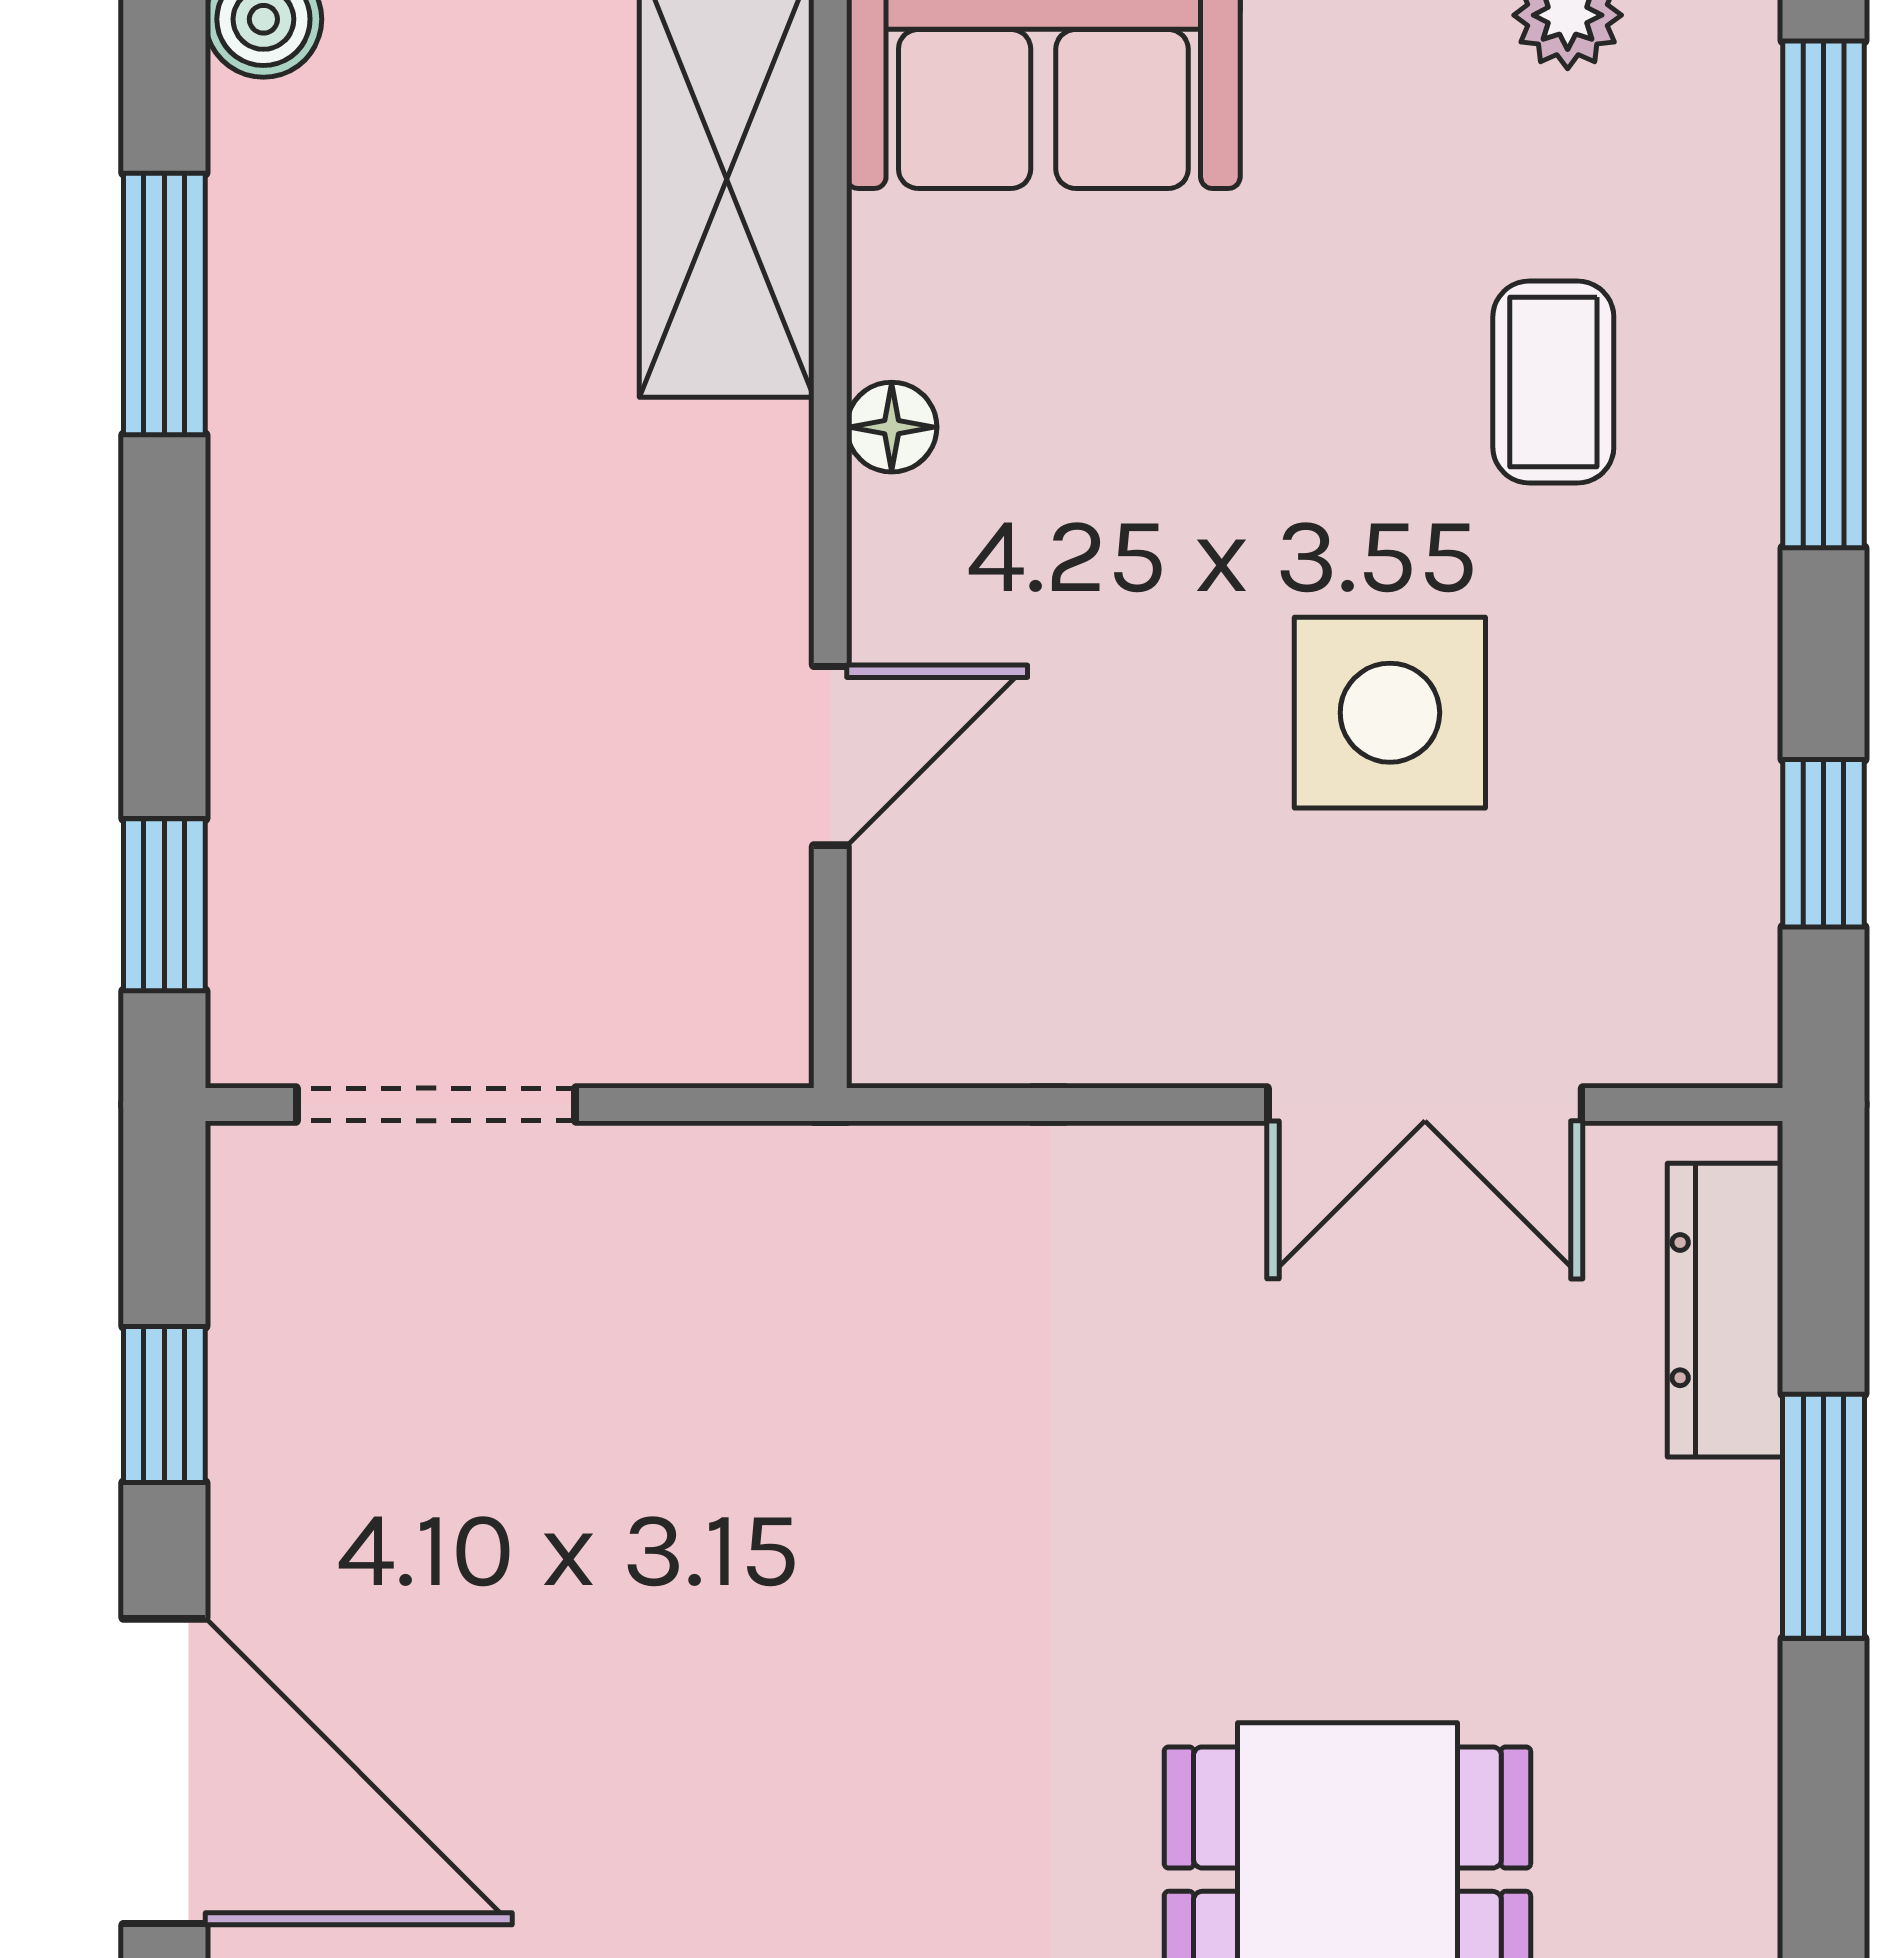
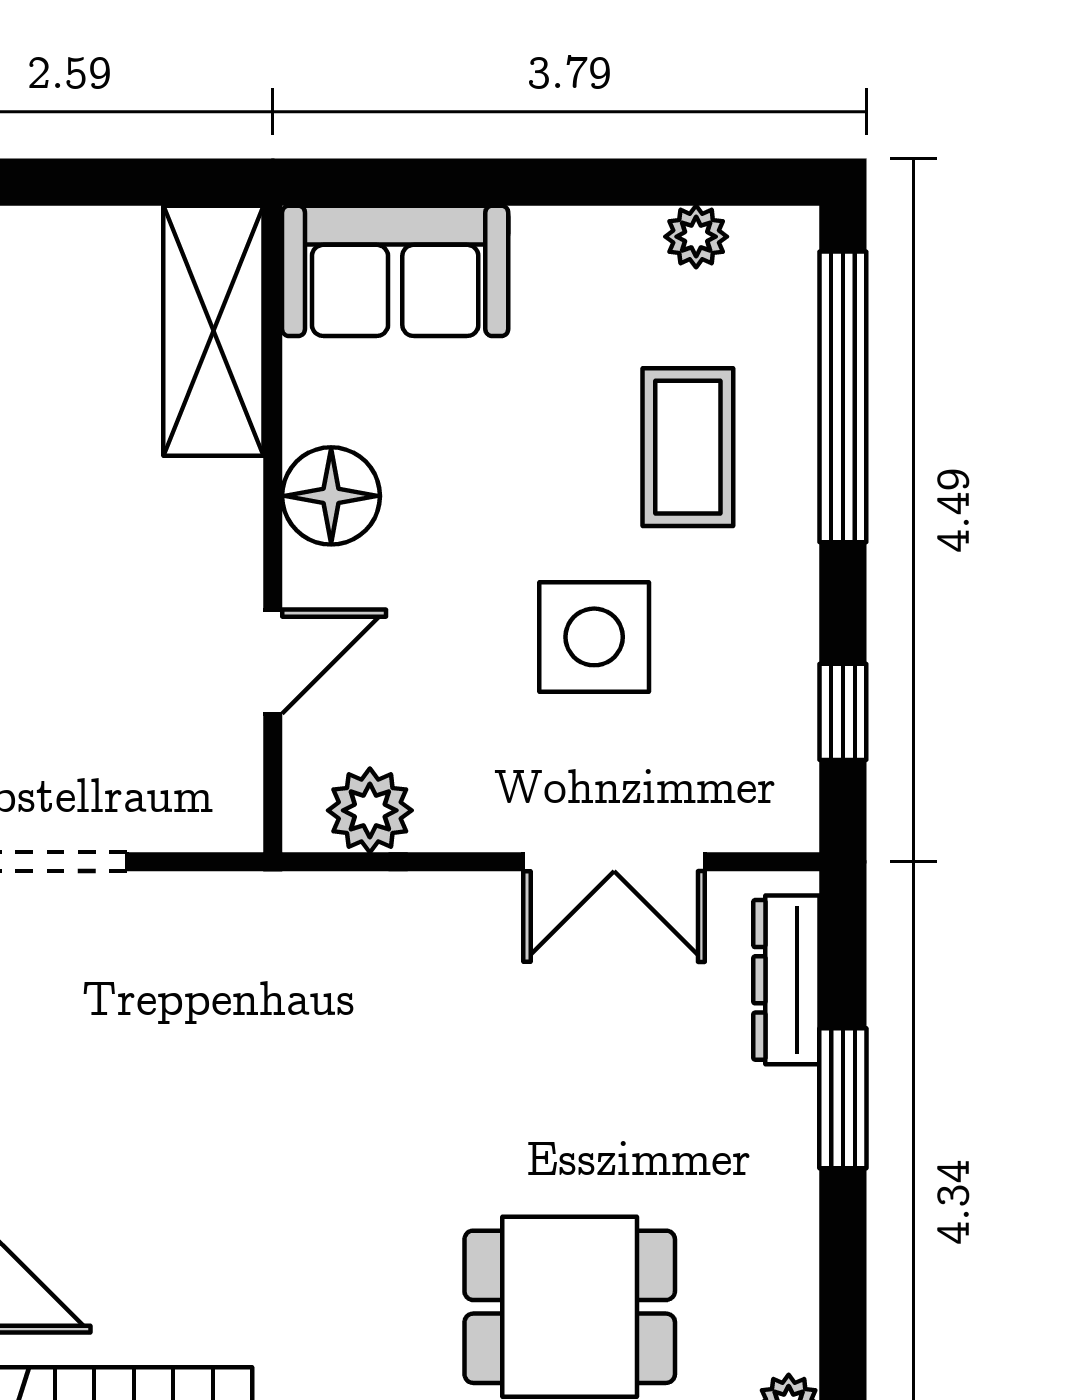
coffee table: (1553, 382) -> (688, 447), width x1.36, depth x1.30
floor lamp: (892, 427) -> (331, 496), width x1.89, depth x1.89
plant: (999, 1015) -> (370, 810), added

